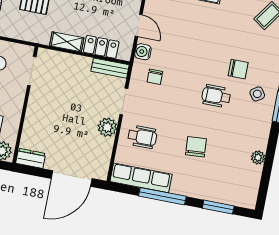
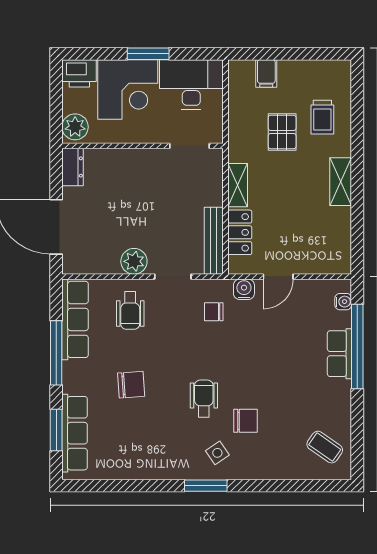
bench: (110, 68) -> (214, 241), width x1.36
chair: (238, 69) -> (246, 421), turned -90
plant: (258, 157) -> (133, 470), removed
row of seats: (223, 194) -> (75, 433), added

